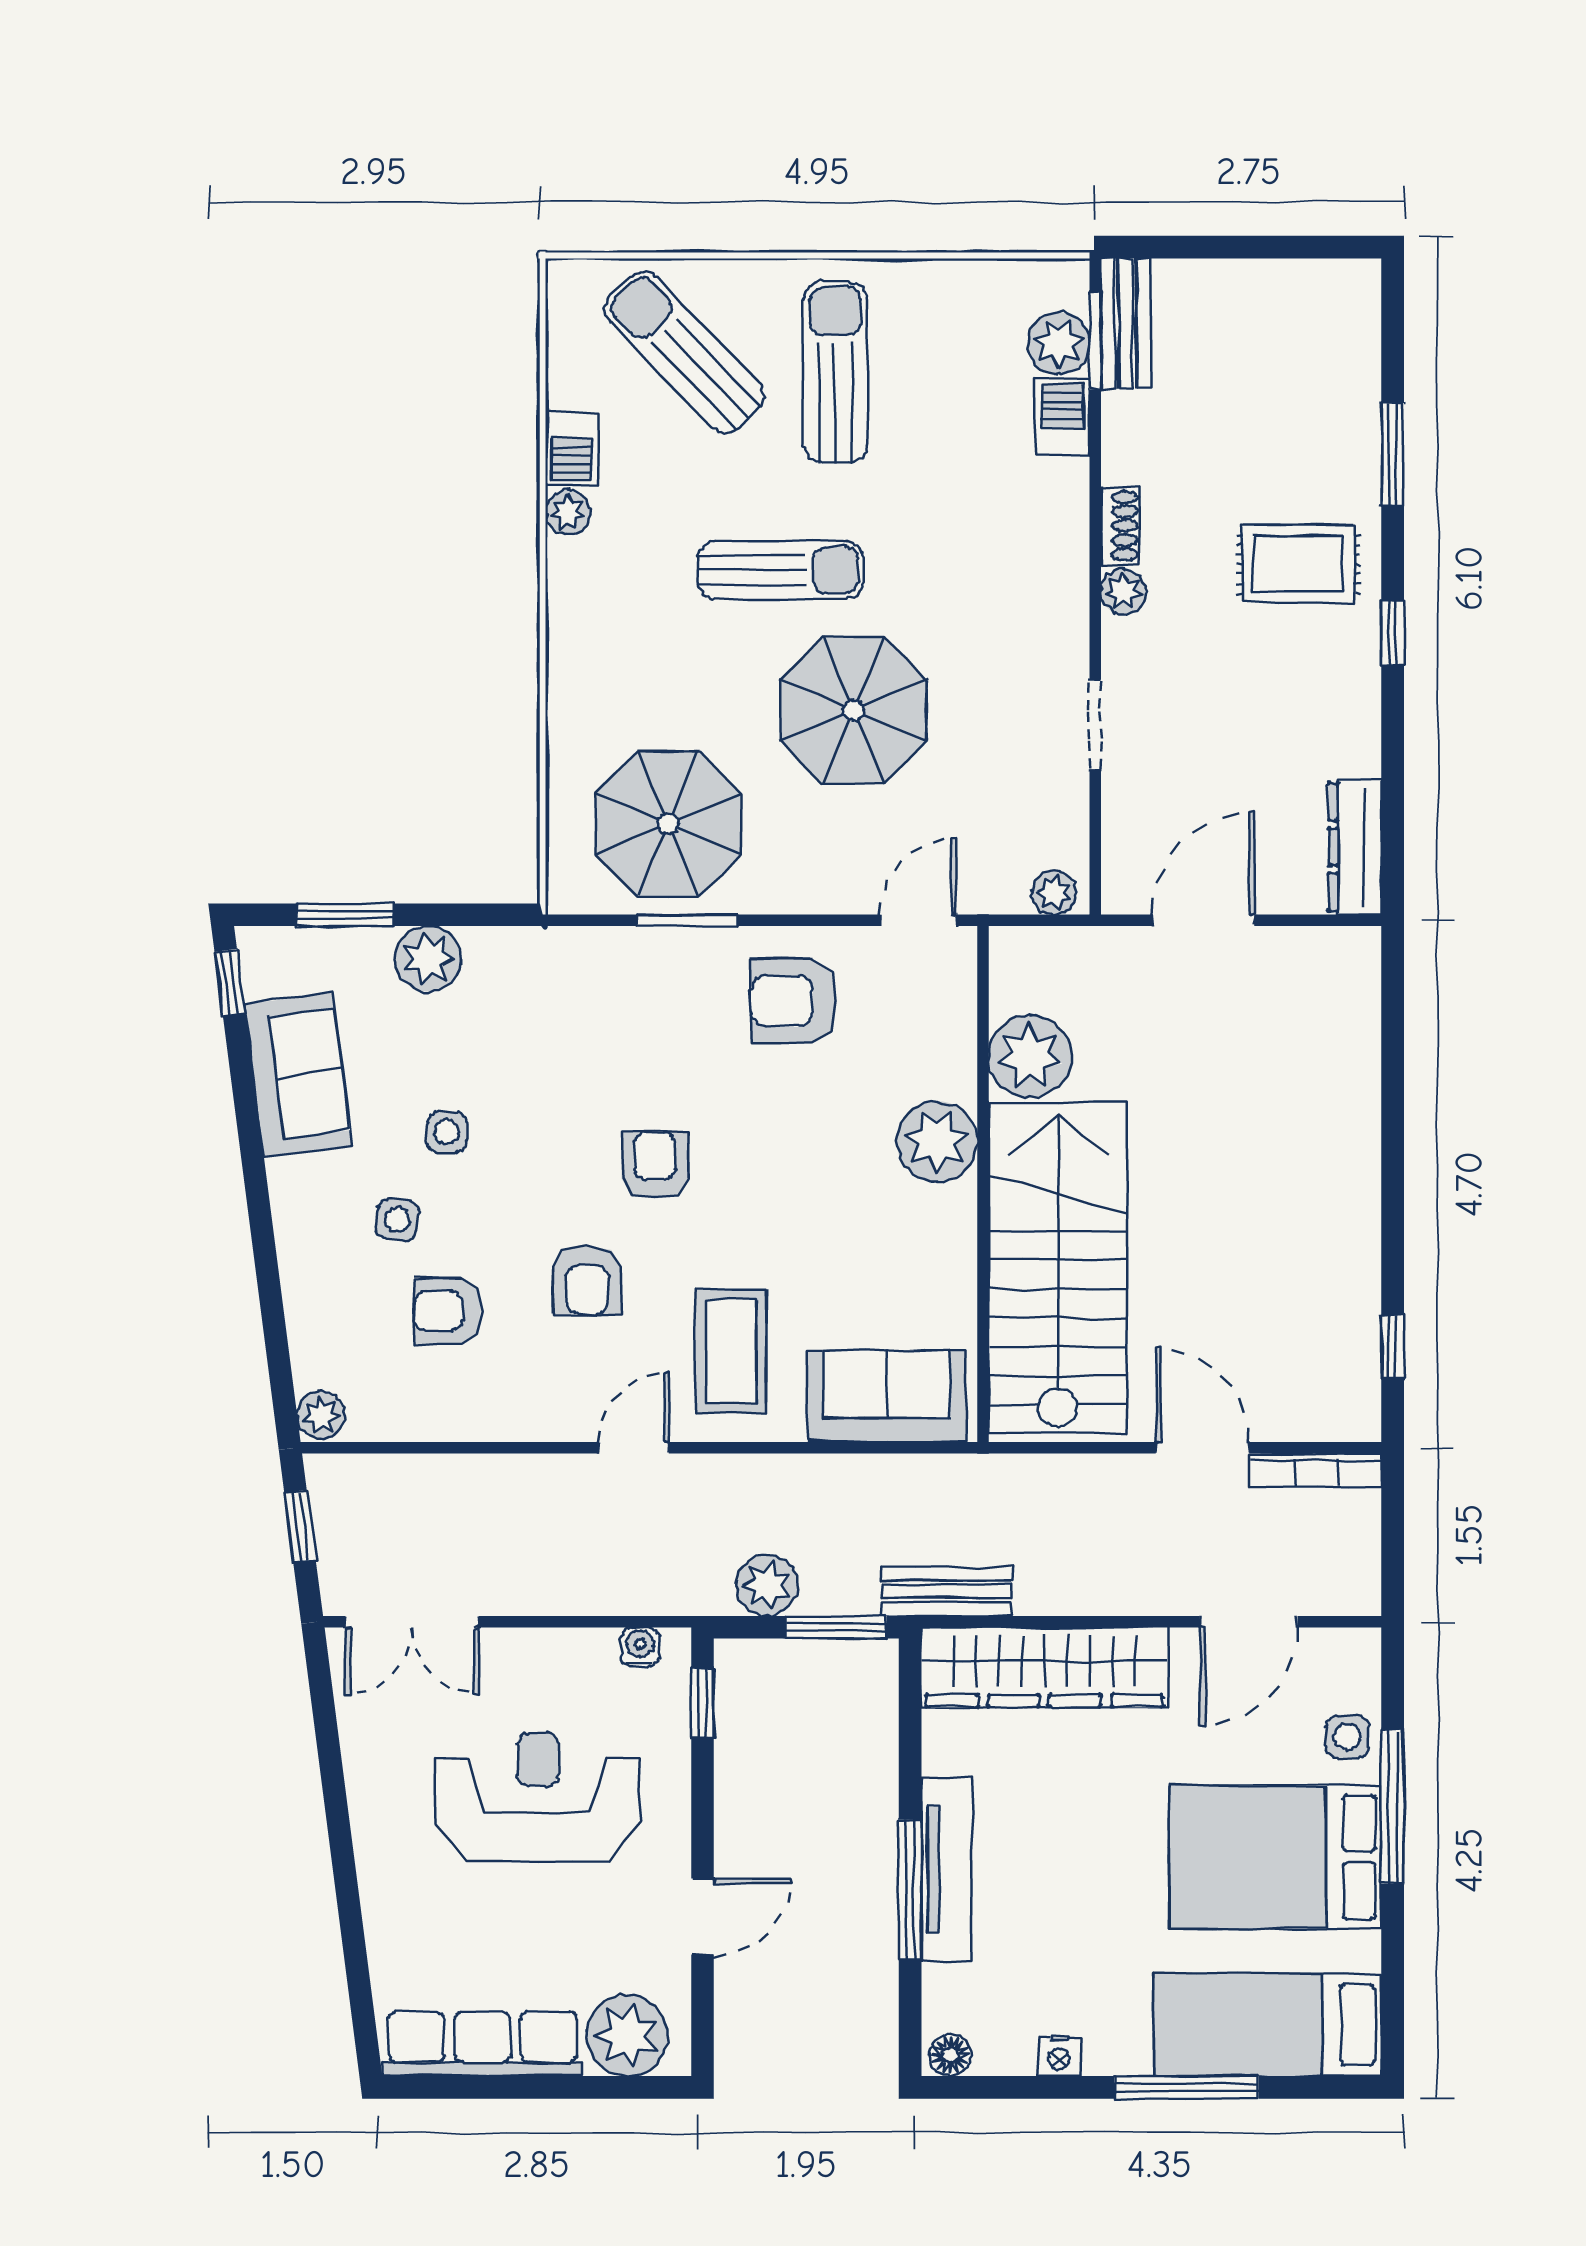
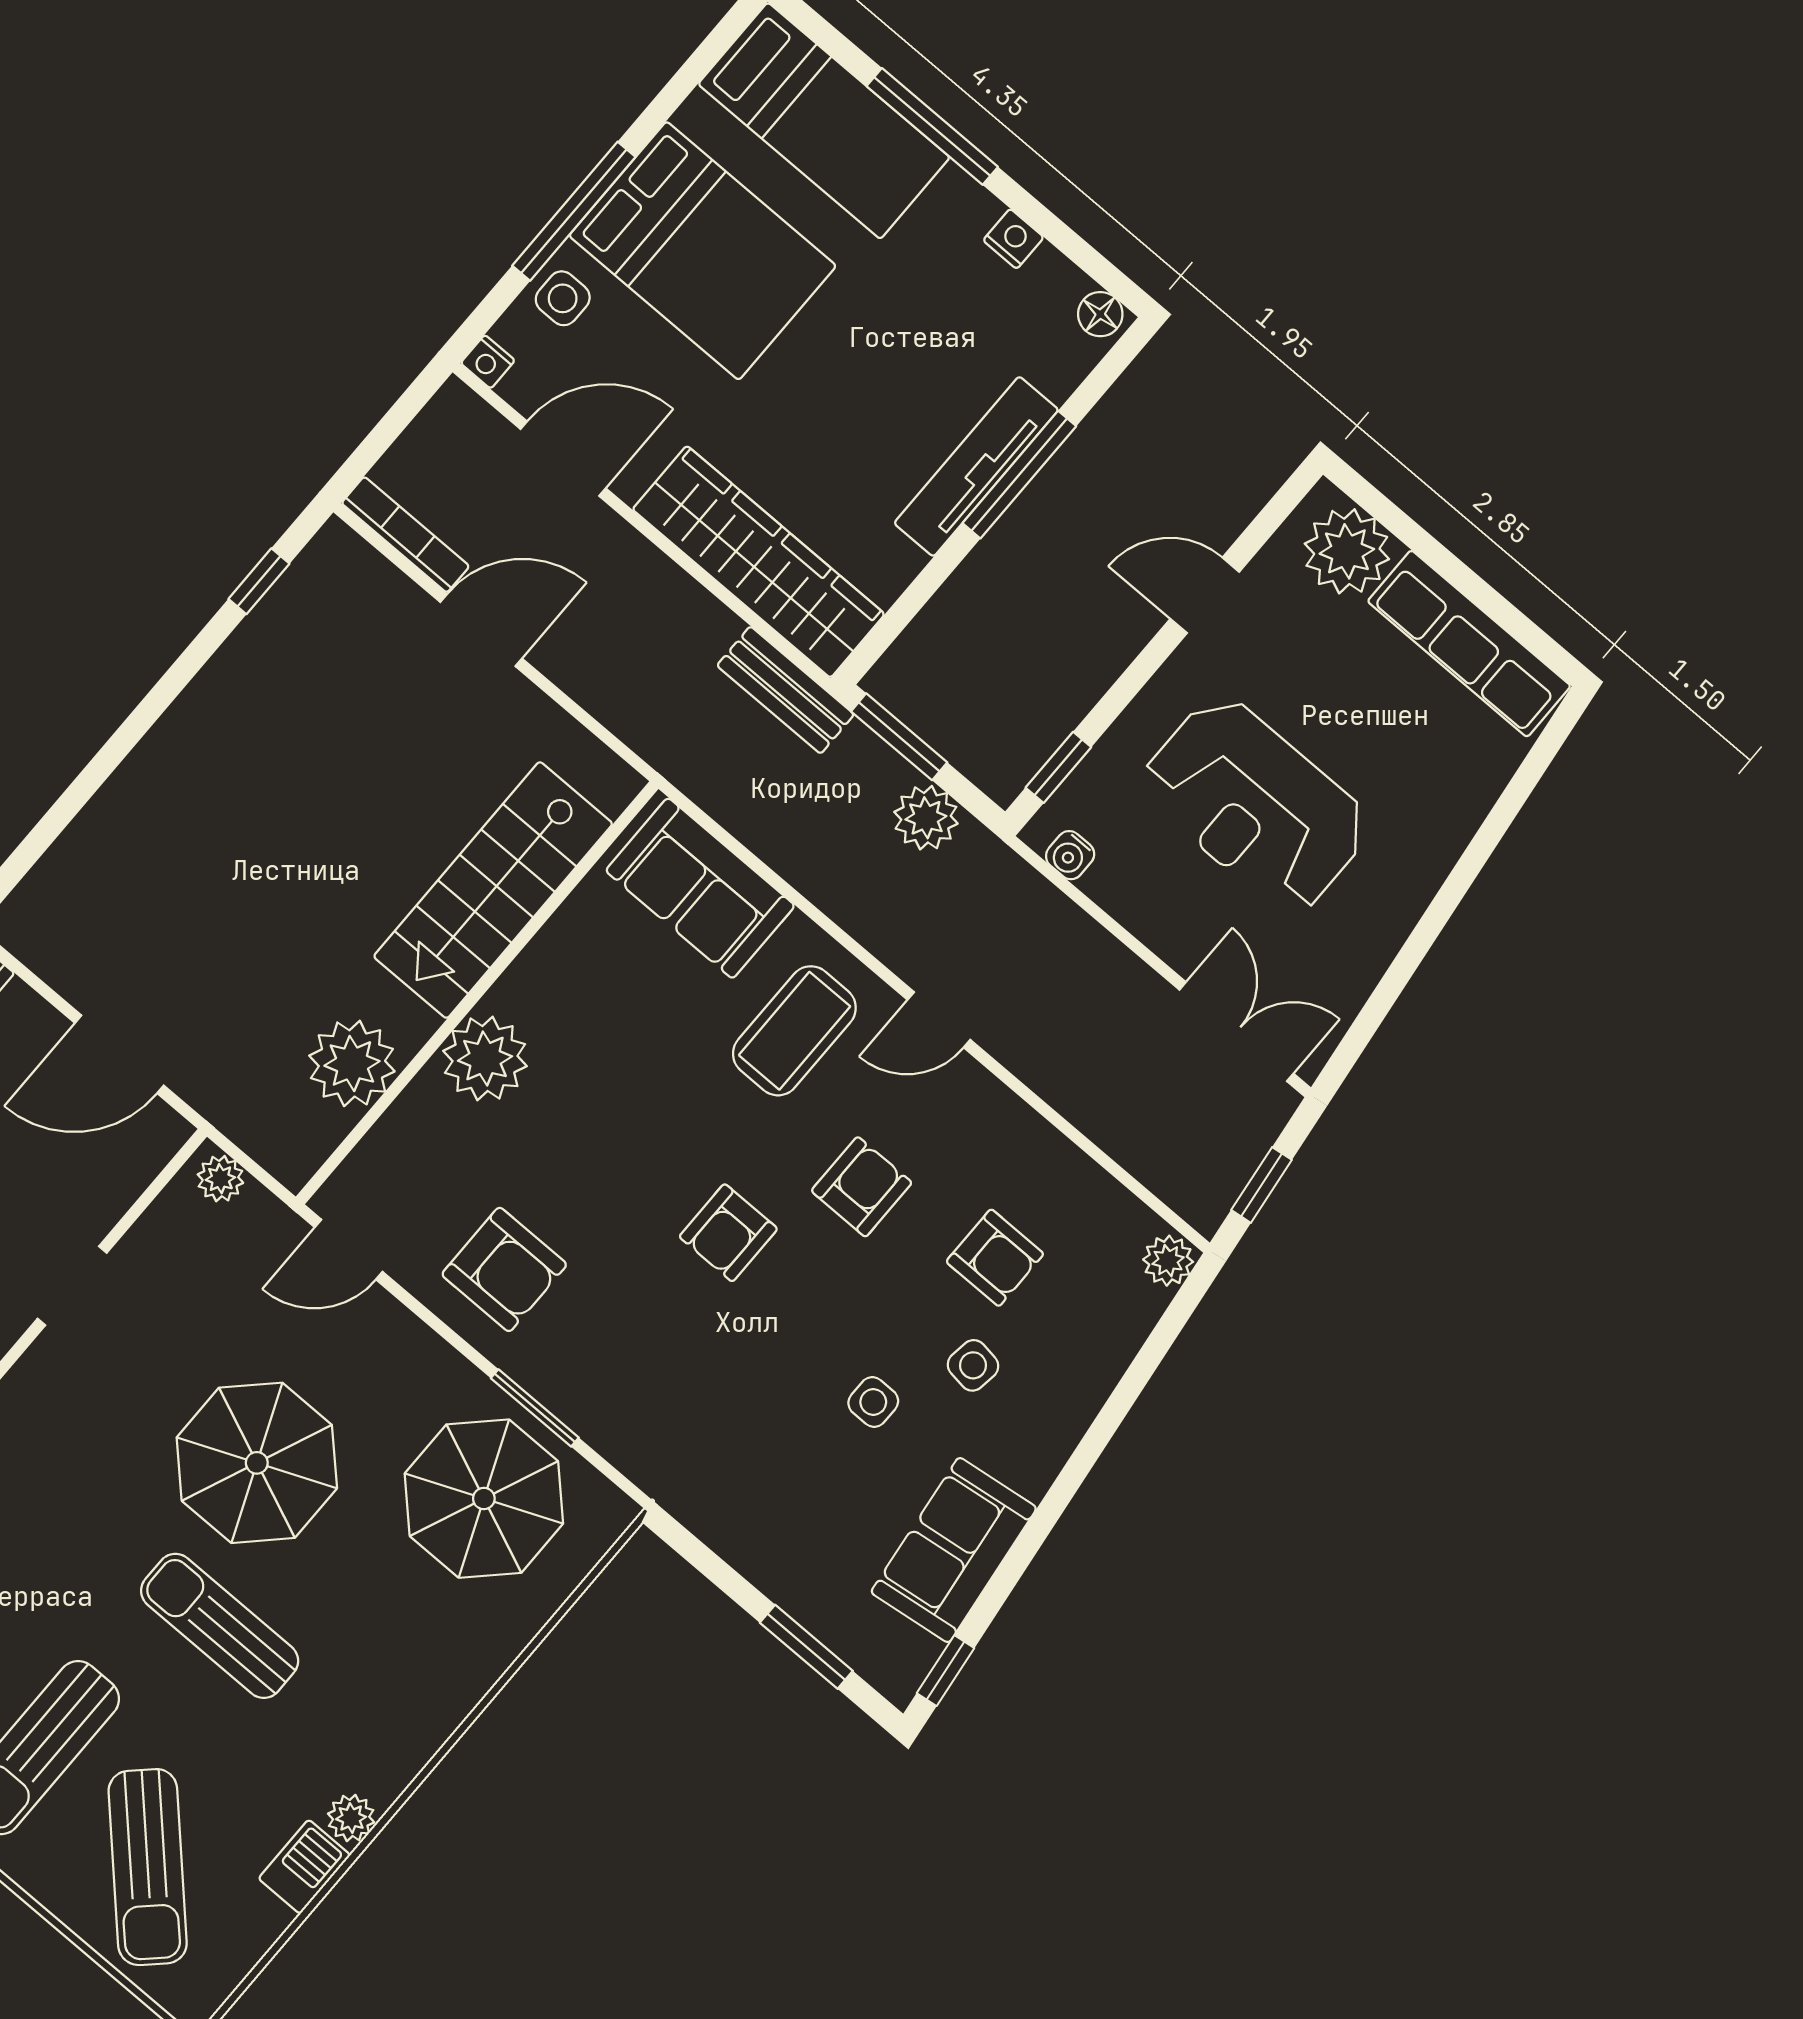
plant: (428, 959) -> (769, 1554), removed
stairs: (1058, 1268) -> (493, 890), width x0.73, depth x0.66
door: (1202, 1448) -> (481, 630), swing flipped
nightstand: (1362, 1645) -> (488, 362), added

